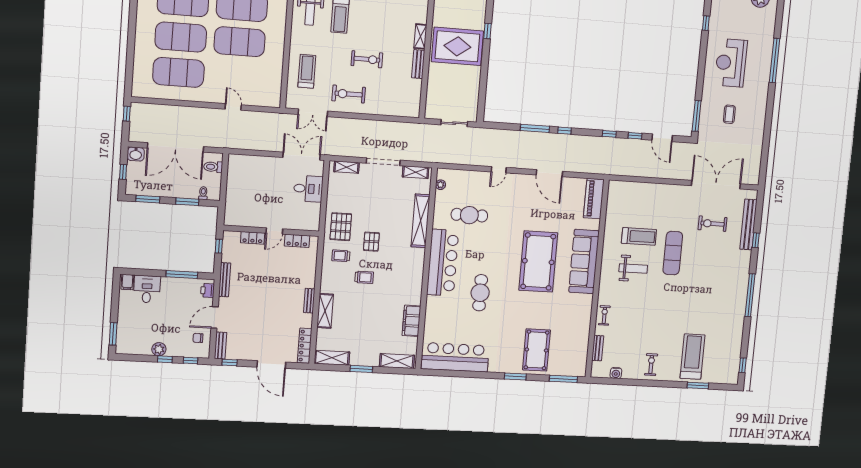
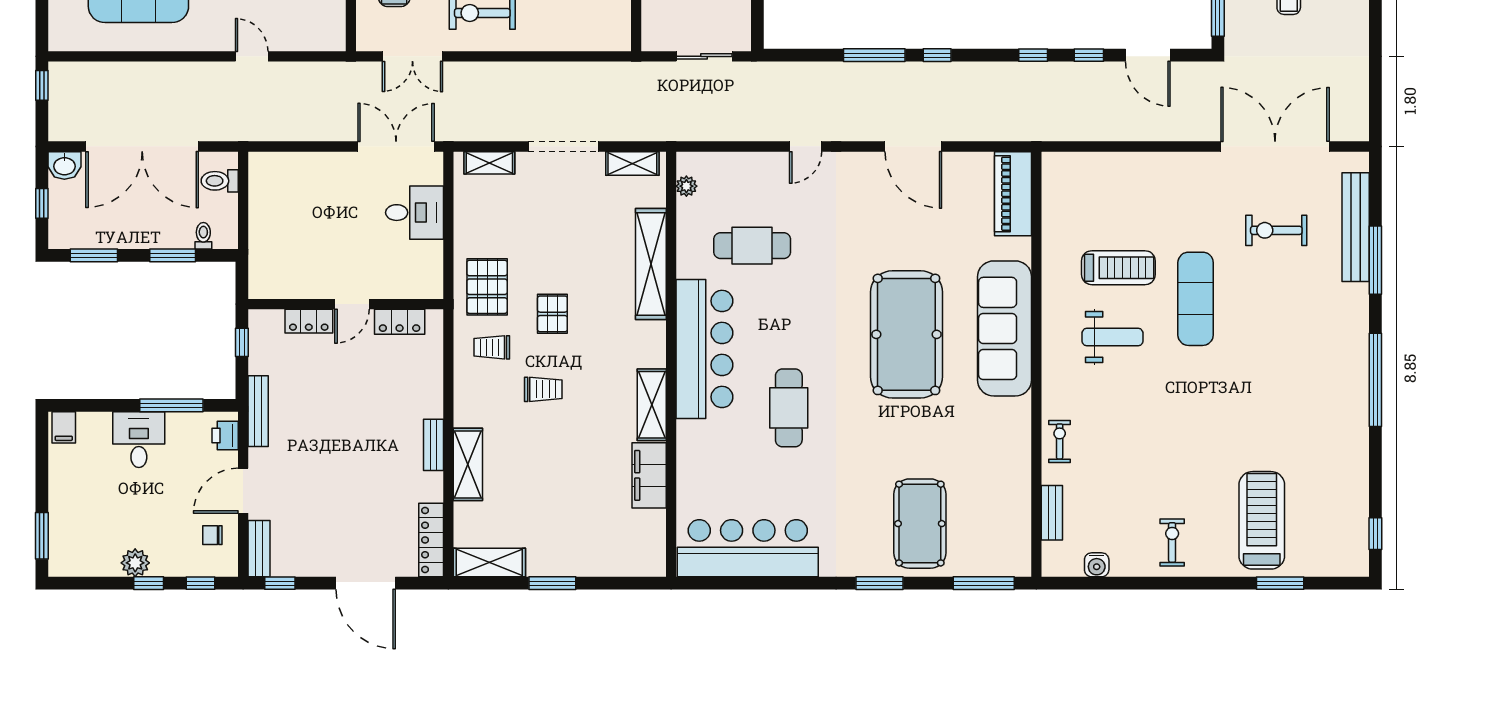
window: (756, 240) -> (1375, 260), width x2.17
desk: (147, 289) -> (139, 440), moved
shelving: (397, 361) -> (652, 405), moved, turned 90

